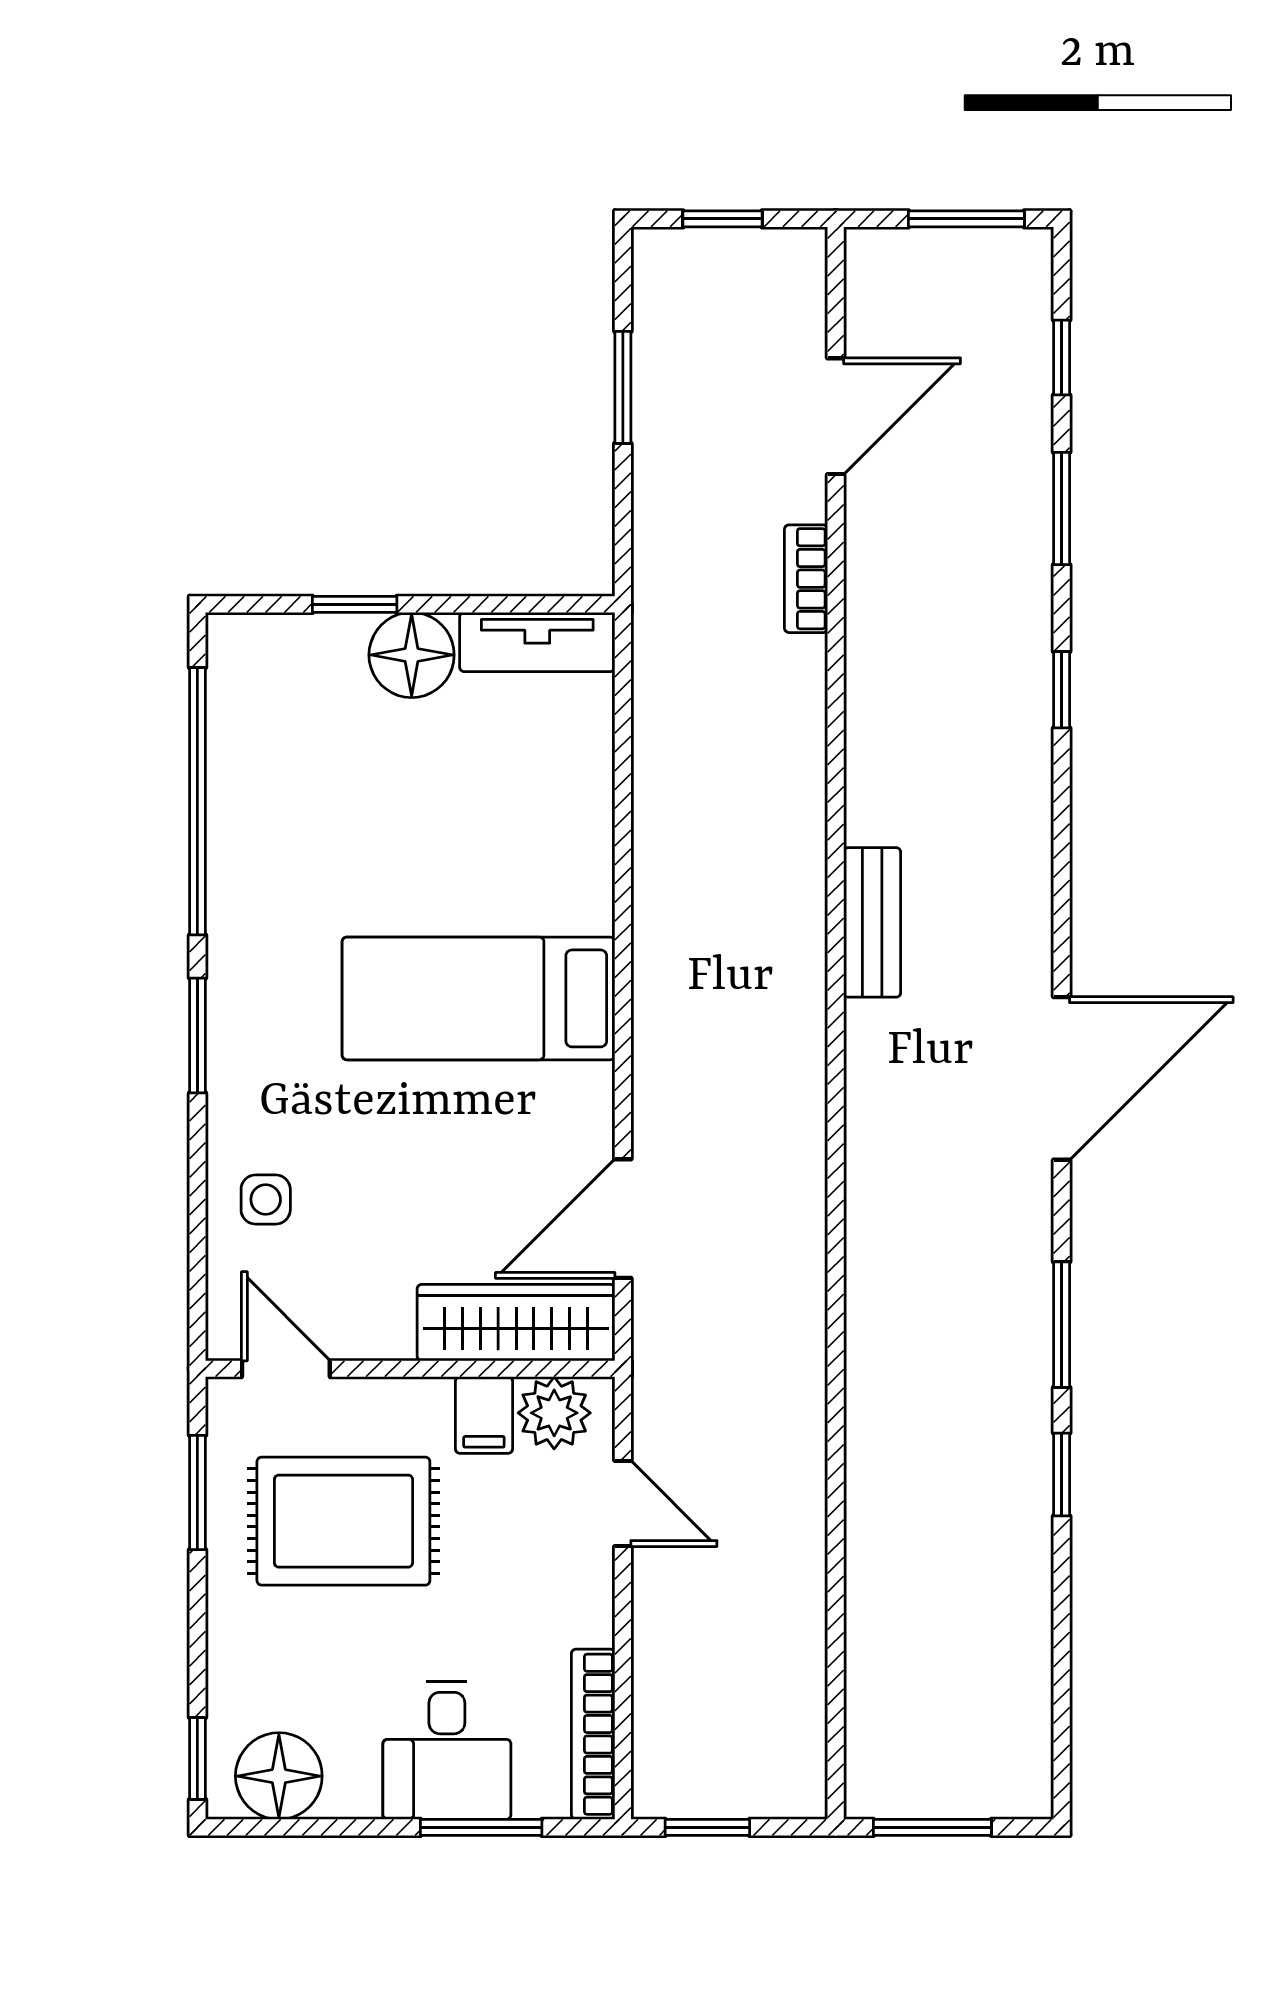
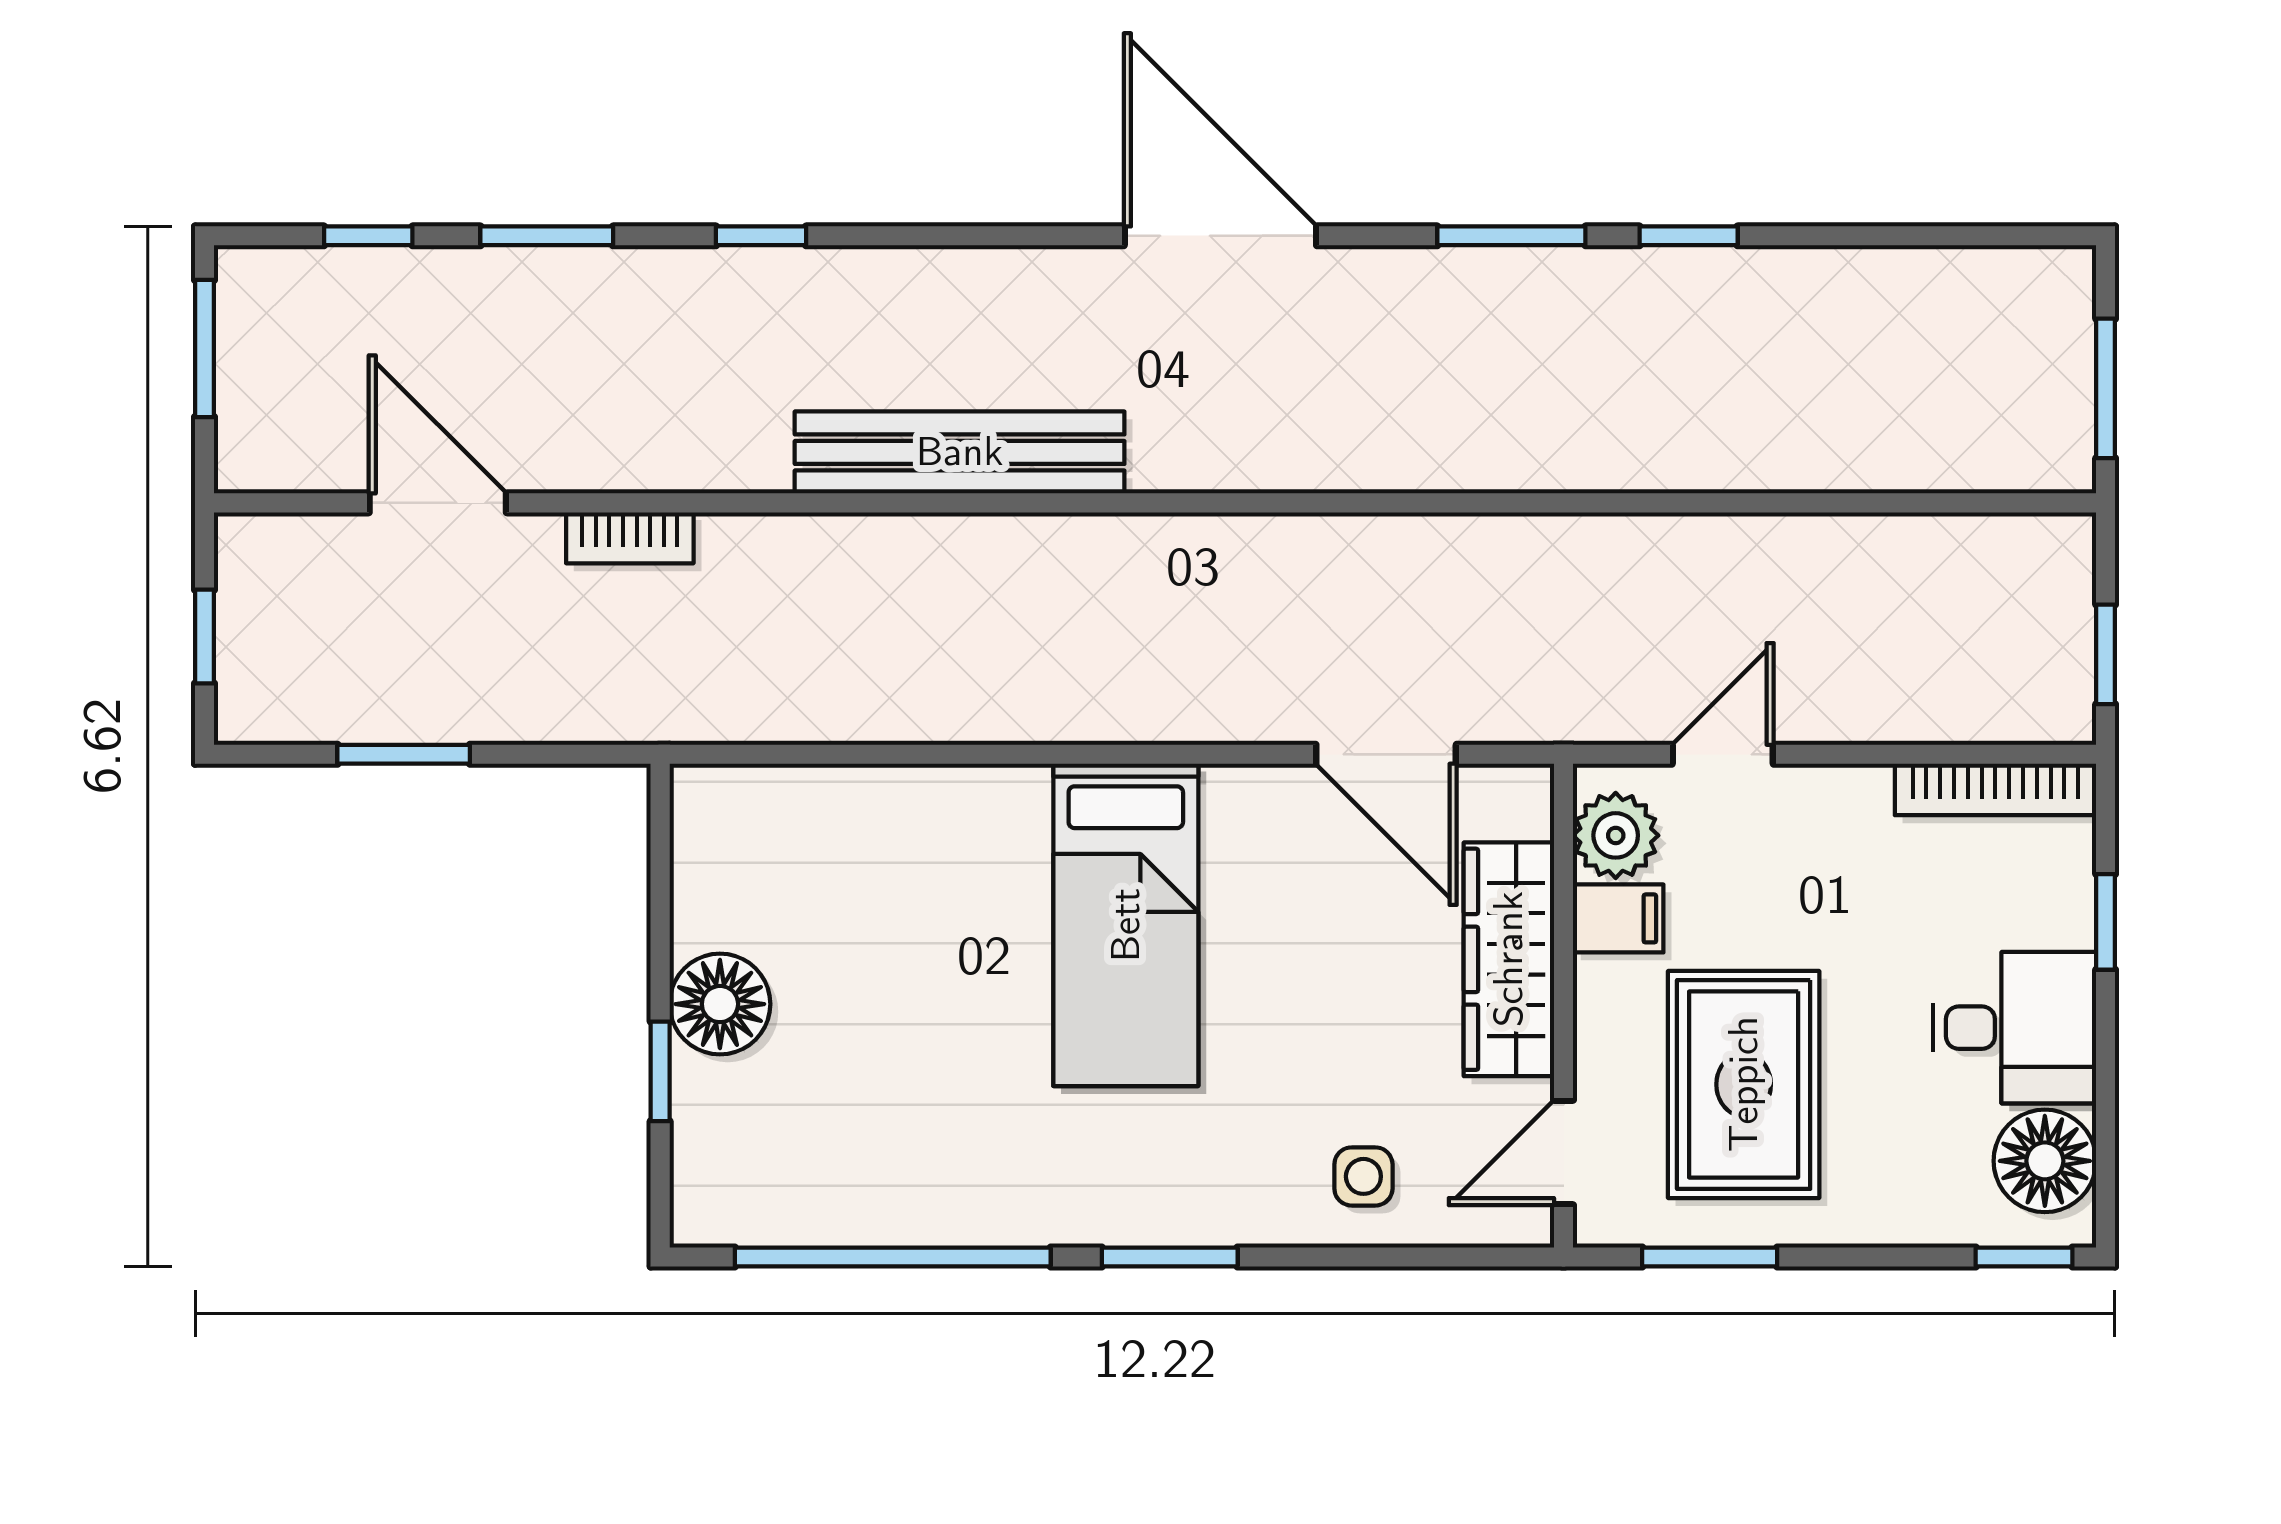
tv unit: (537, 642) -> (705, 856), removed
bench: (872, 922) -> (960, 452), width x1.86, depth x1.21
wardrobe: (516, 1323) -> (1509, 959), moved
desk: (447, 1750) -> (2014, 1028), moved
window: (481, 1827) -> (2106, 922), width x0.67

